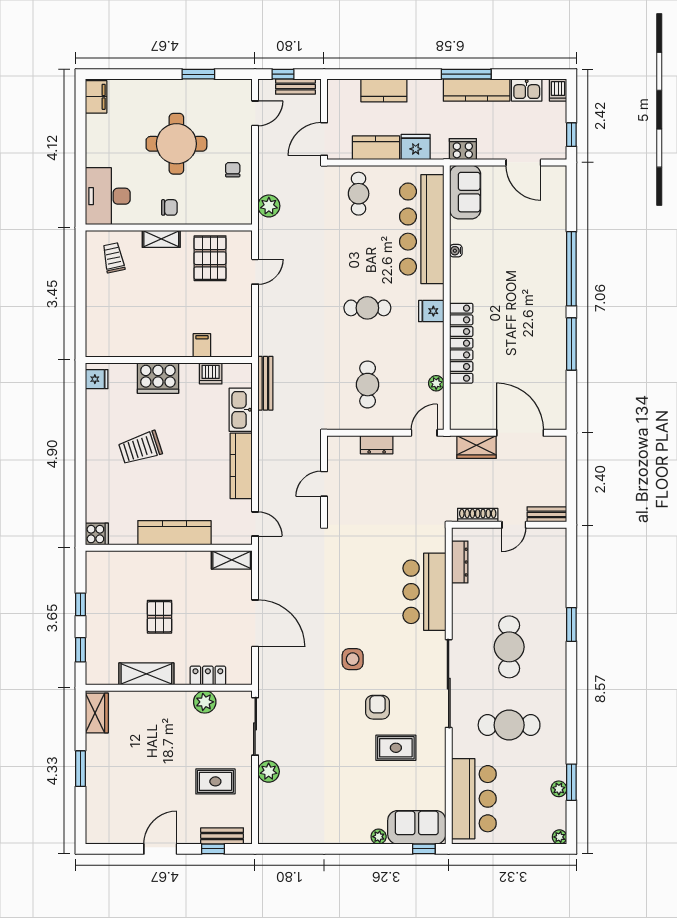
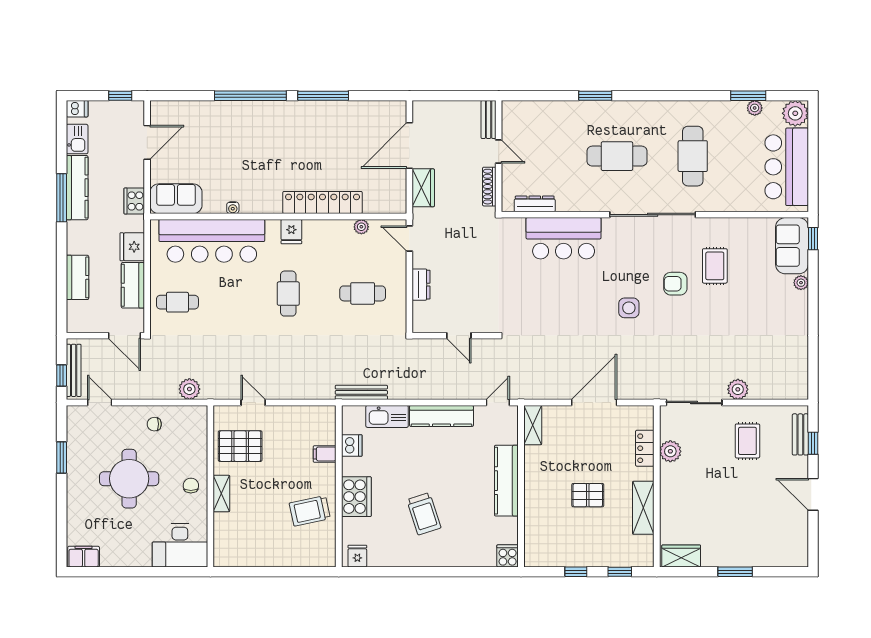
bench: (295, 87) -> (74, 370), width x1.36
trolley: (113, 258) -> (310, 511), moved, width x1.36, depth x1.39
bar counter: (474, 799) -> (787, 167), moved, turned -90
plant: (559, 837) -> (795, 113), width x1.87, depth x1.87

